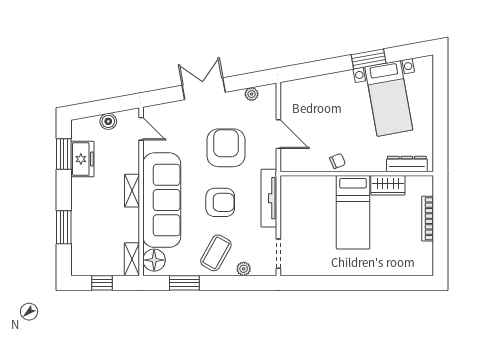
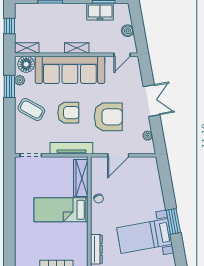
wardrobe: (388, 185) -> (81, 178), moved, width x1.50
armchair: (220, 202) -> (68, 113), turned -90
plant: (244, 269) -> (20, 80), moved

